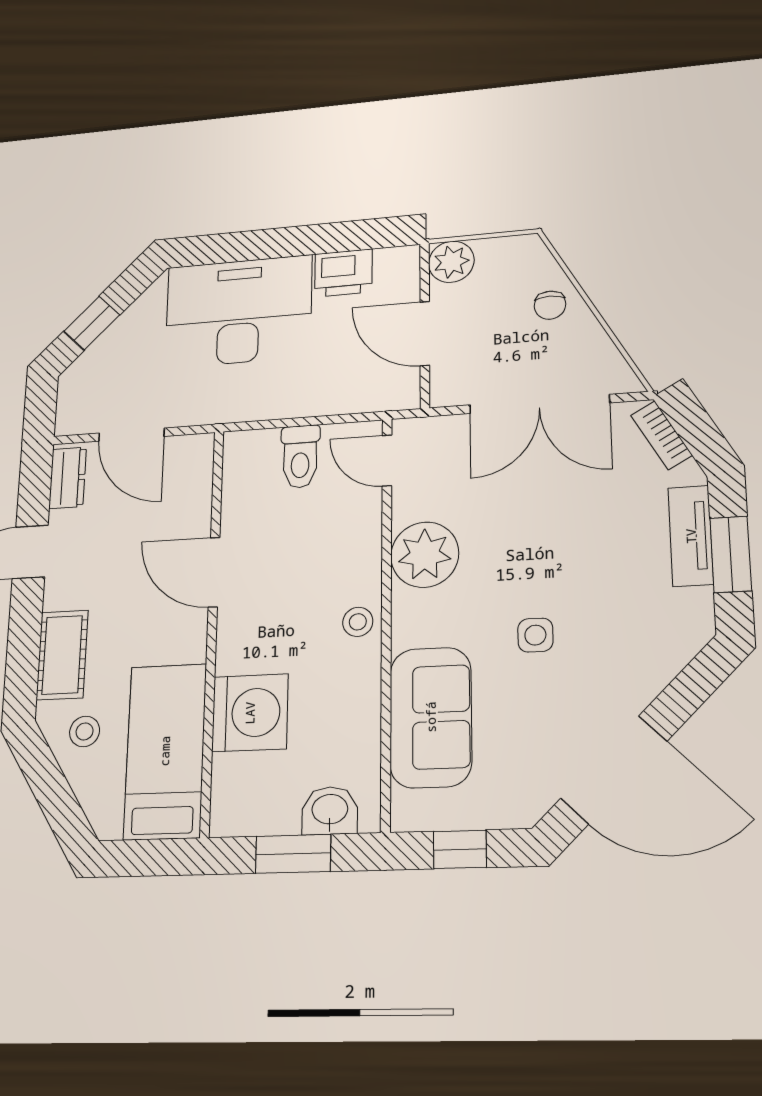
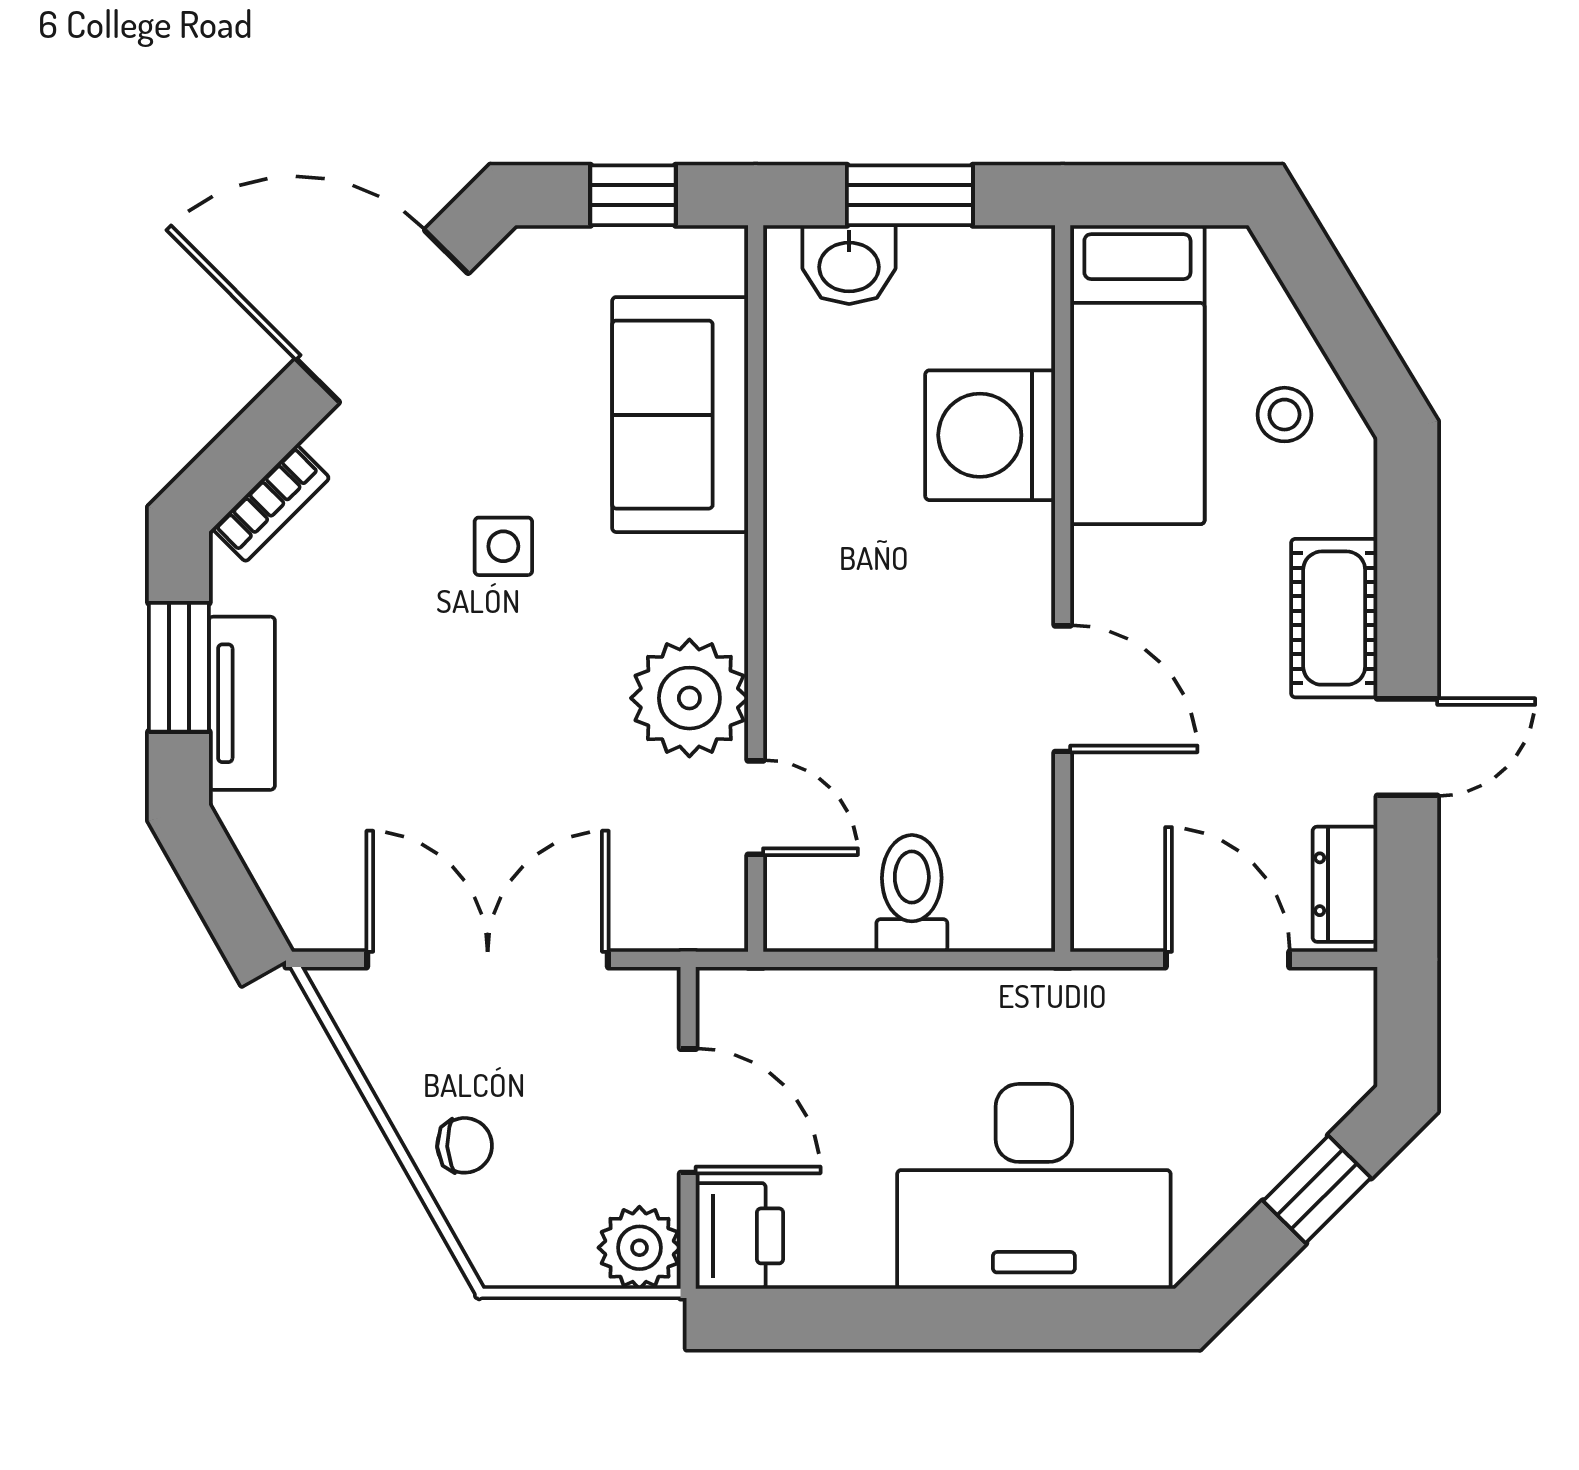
printer: (343, 273) -> (739, 1236), moved, turned 90
chair: (550, 305) -> (465, 1145), turned 87
bookcase: (661, 435) -> (271, 503), moved, turned 75
door: (387, 461) -> (756, 808), moved
stool: (358, 622) -> (805, 585), removed
cot: (62, 655) -> (1334, 618), moved

